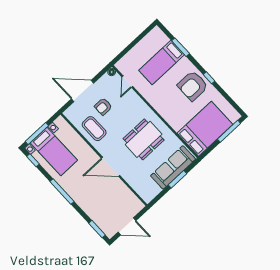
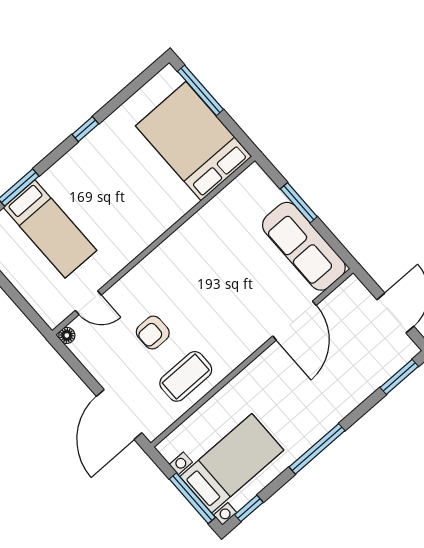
armchair: (193, 86) -> (101, 164), removed
door: (82, 91) -> (119, 415), moved
armchair: (103, 107) -> (153, 333), moved, turned 90
dining table: (144, 139) -> (212, 272), removed
door: (111, 167) -> (294, 321), moved
sofa: (173, 167) -> (304, 246), moved

